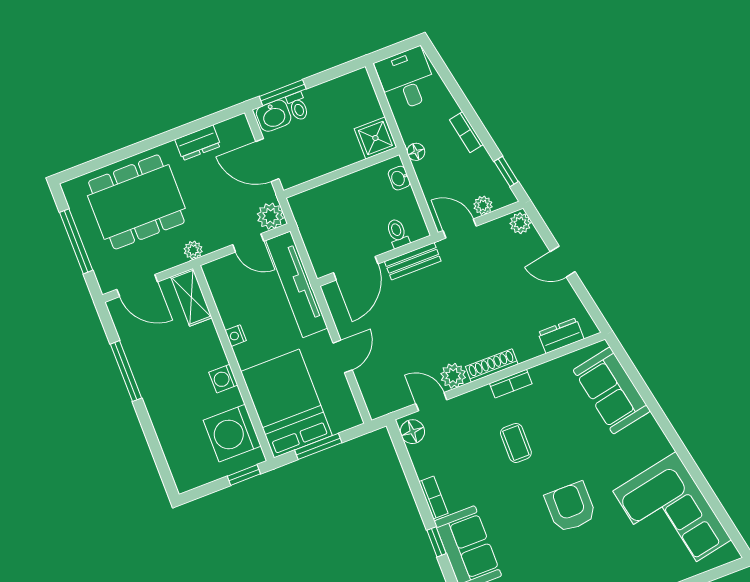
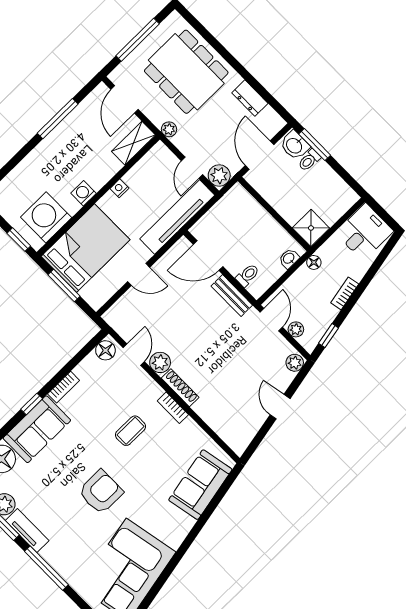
dresser: (561, 336) -> (225, 429), removed

